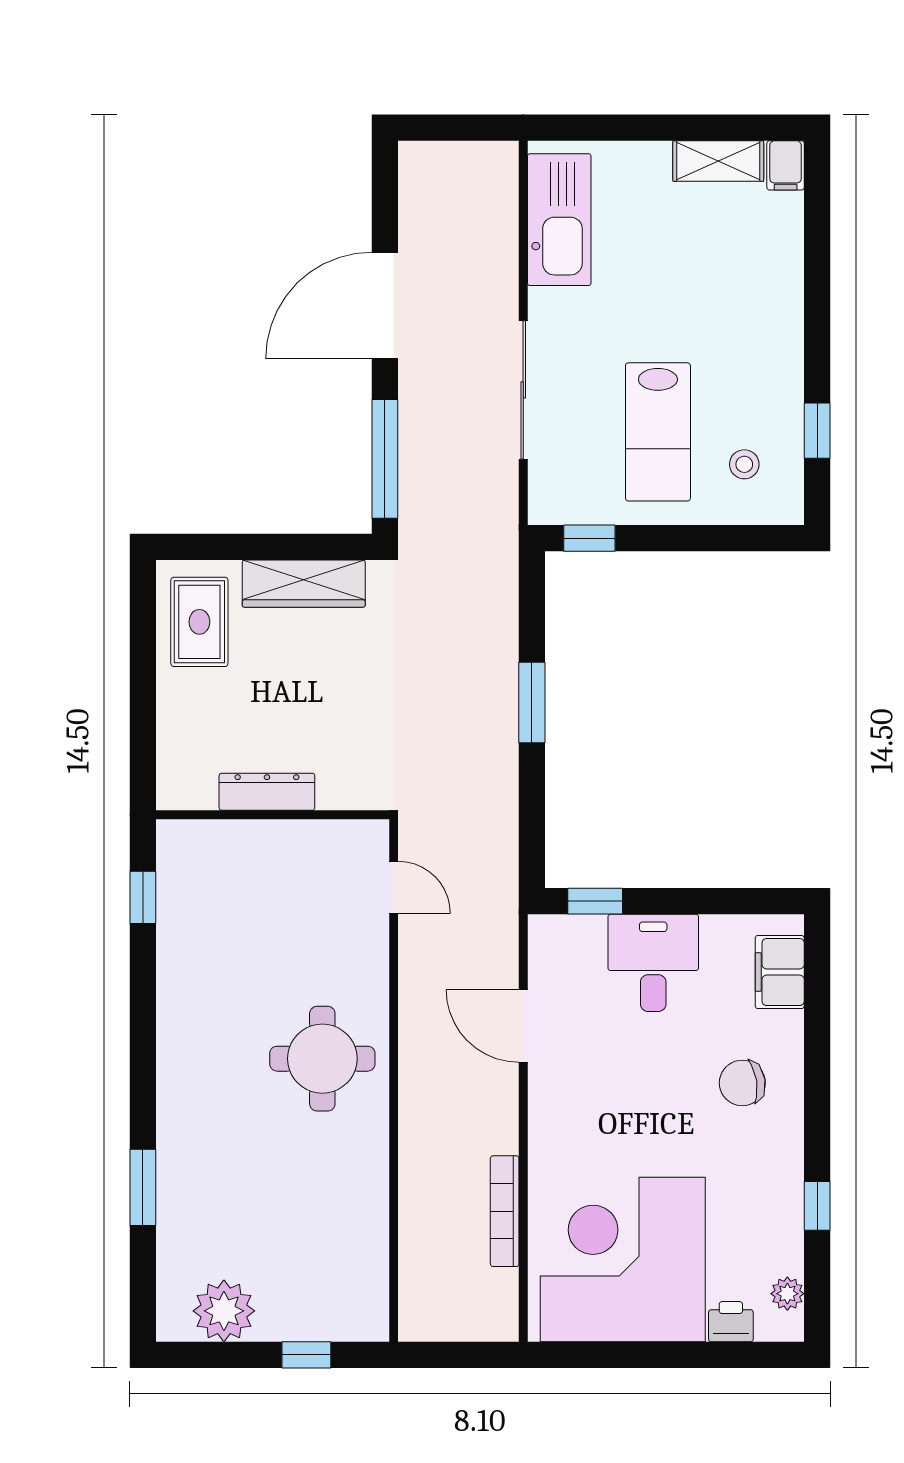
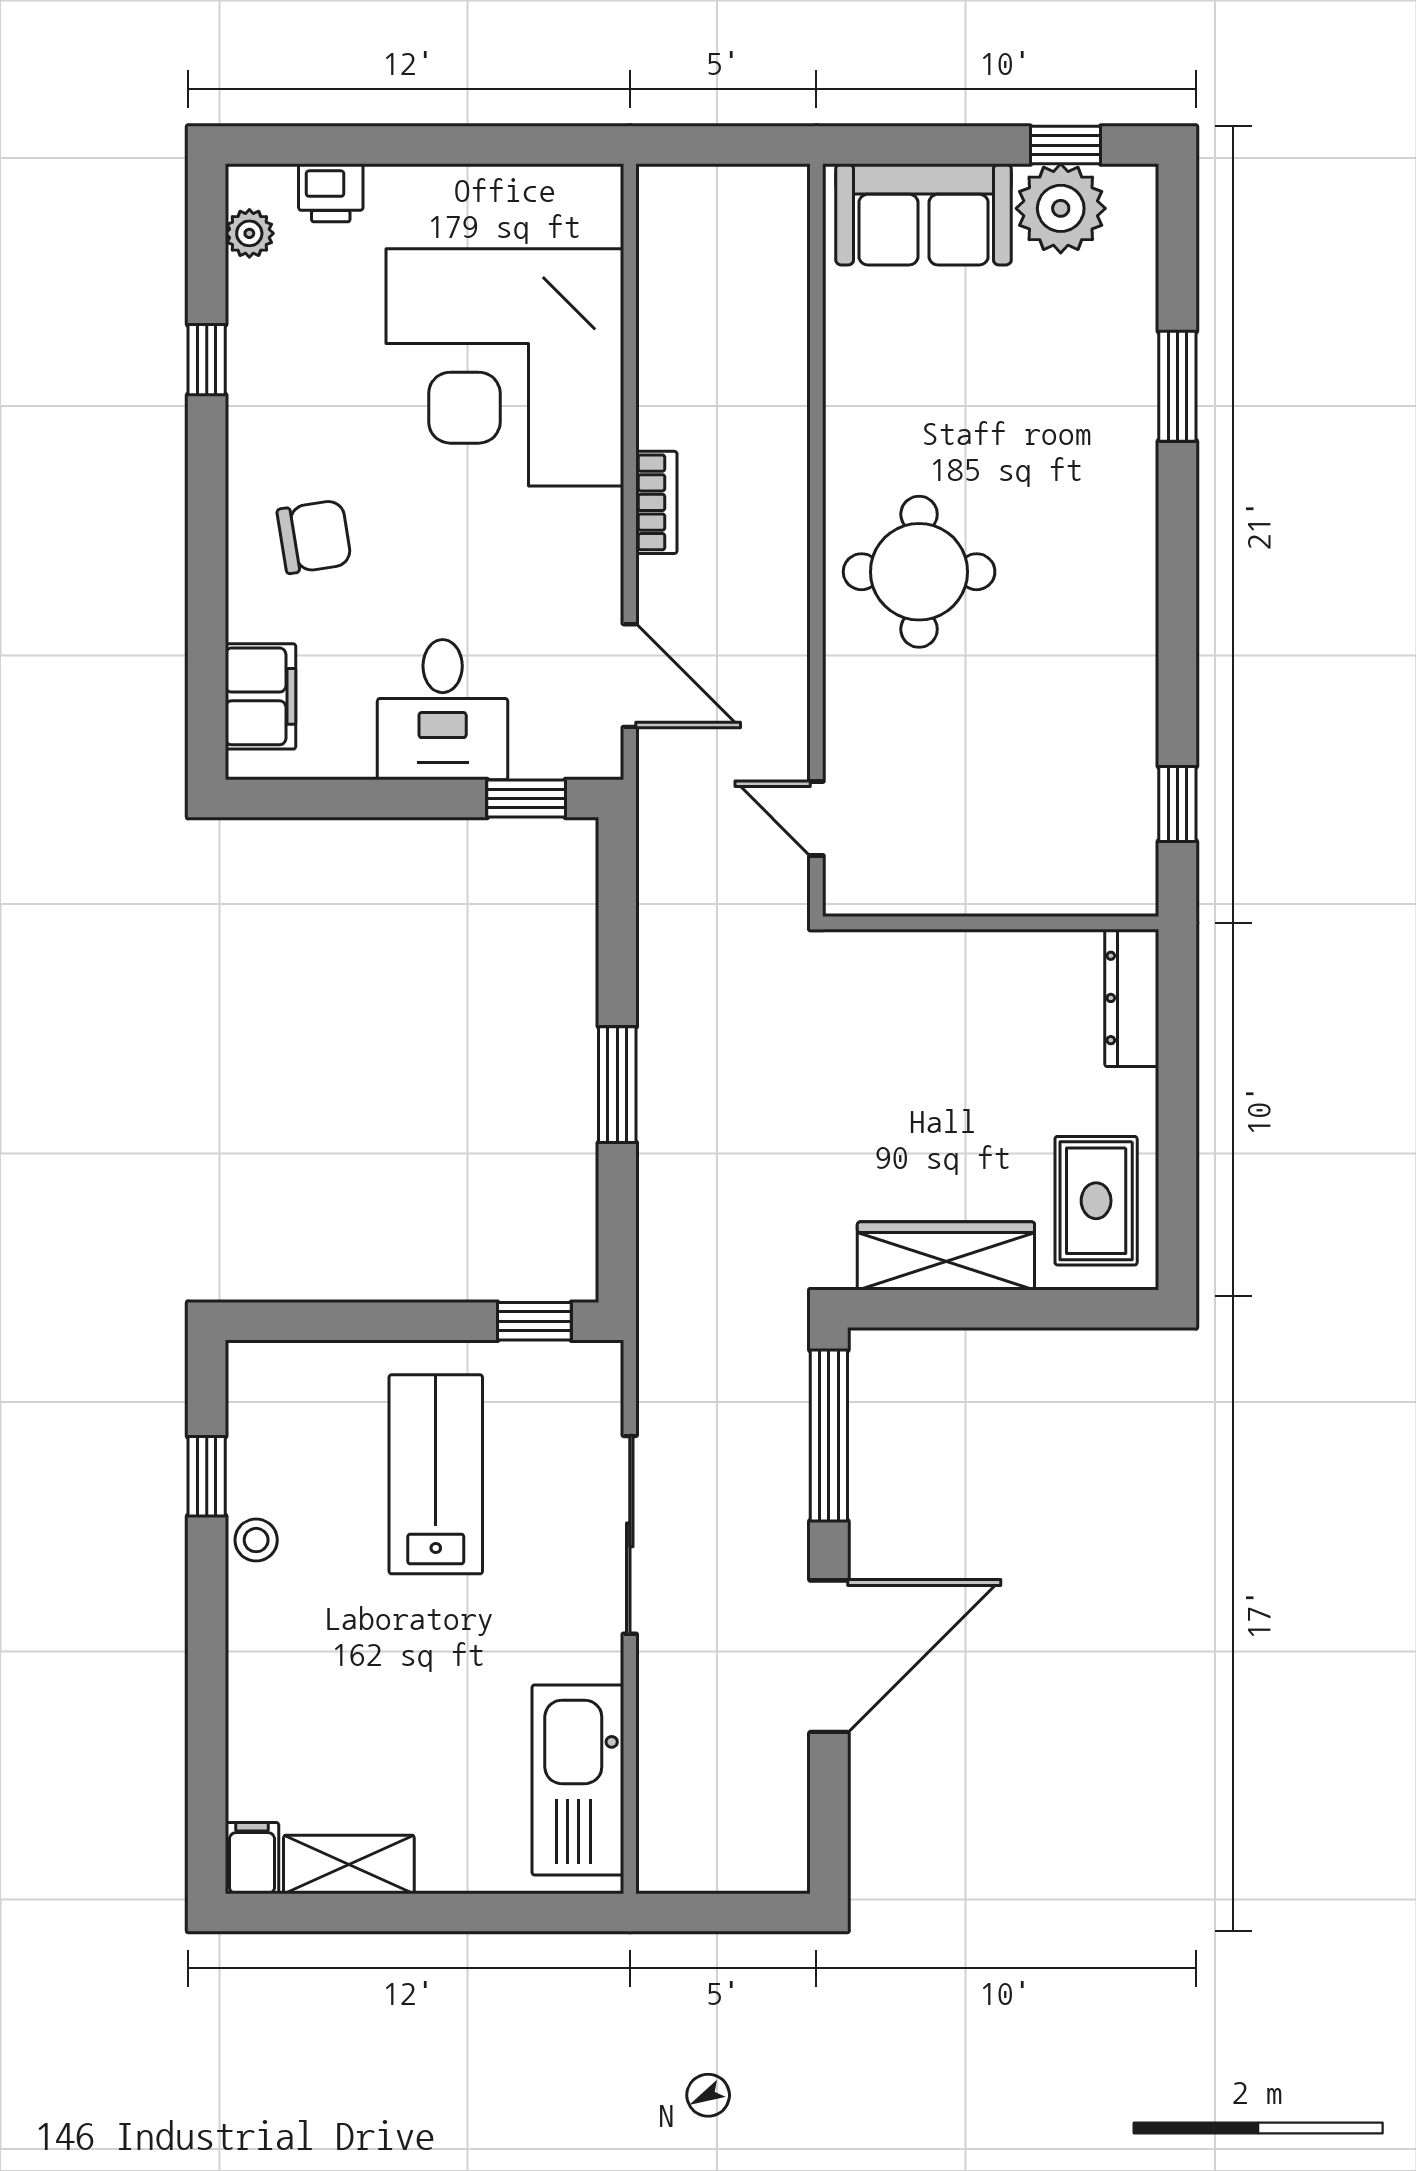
stool: (744, 464) -> (256, 1540), moved
dresser: (267, 792) -> (1132, 998), moved, turned 90
door: (523, 1026) -> (630, 676), moved
bookcase: (505, 1211) -> (656, 502), moved, width x0.64
corner desk: (623, 1259) -> (505, 367), moved, turned 90
sofa: (319, 1307) -> (924, 214), added
window: (306, 1355) -> (1066, 145), moved

